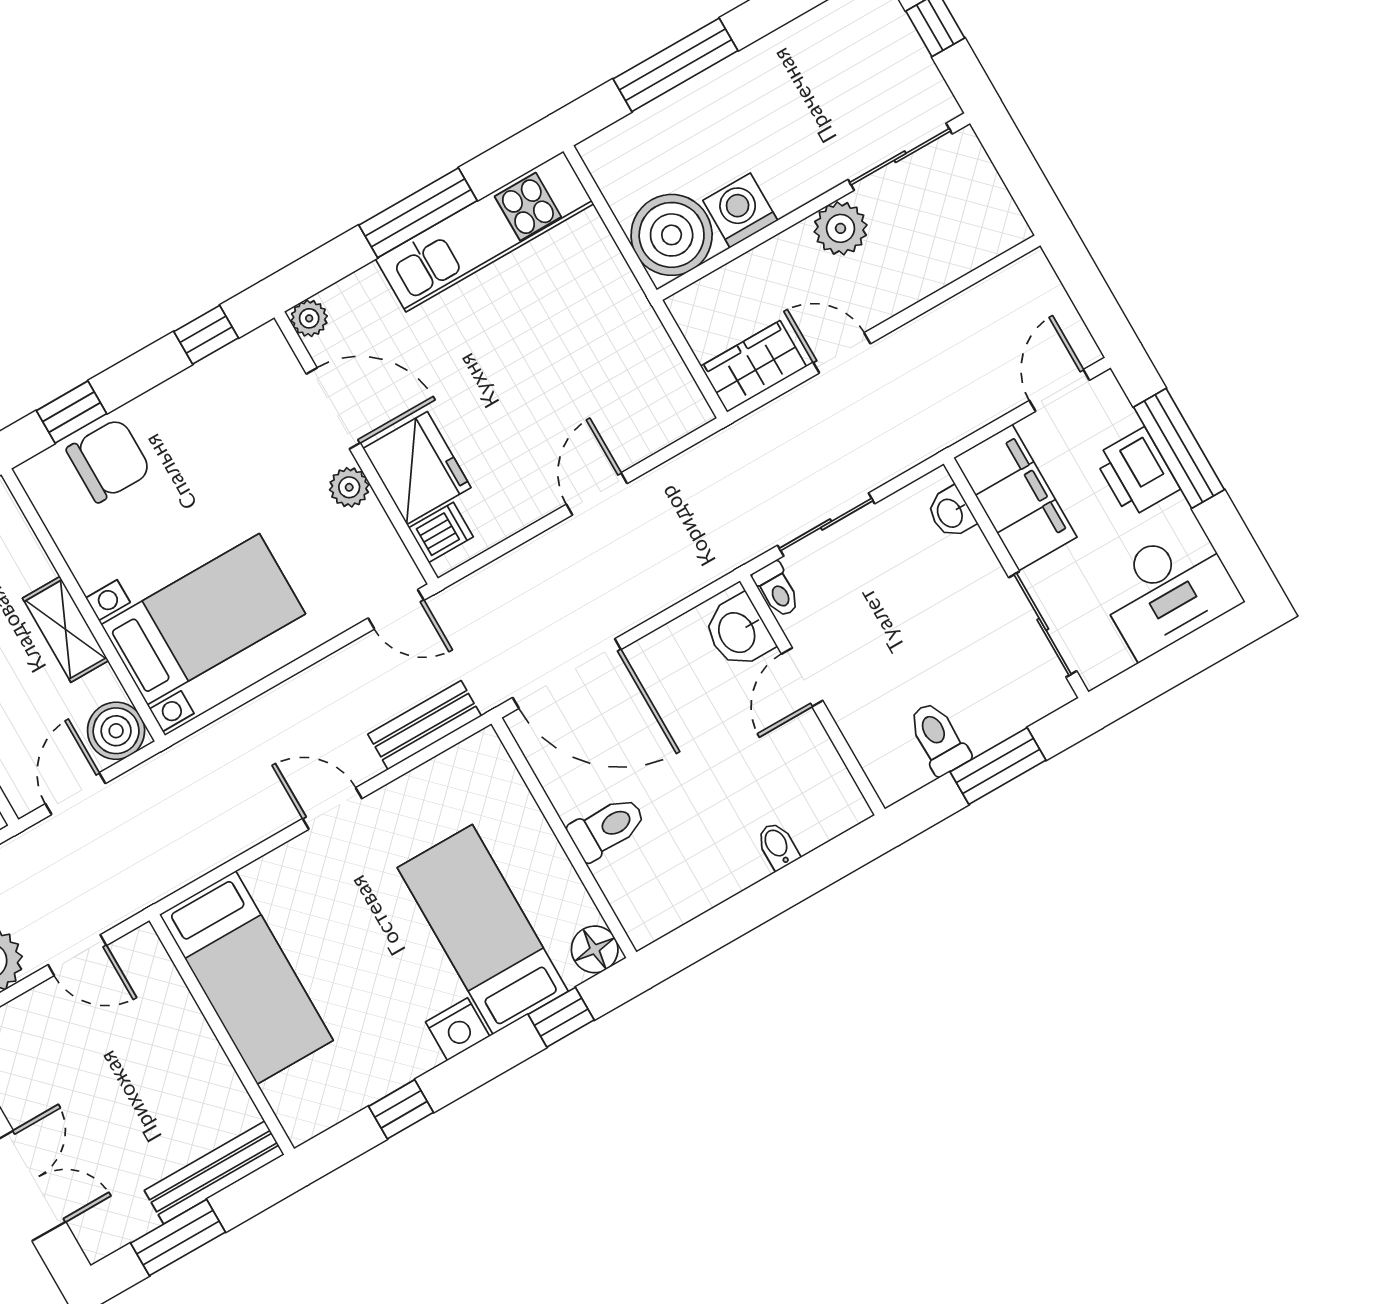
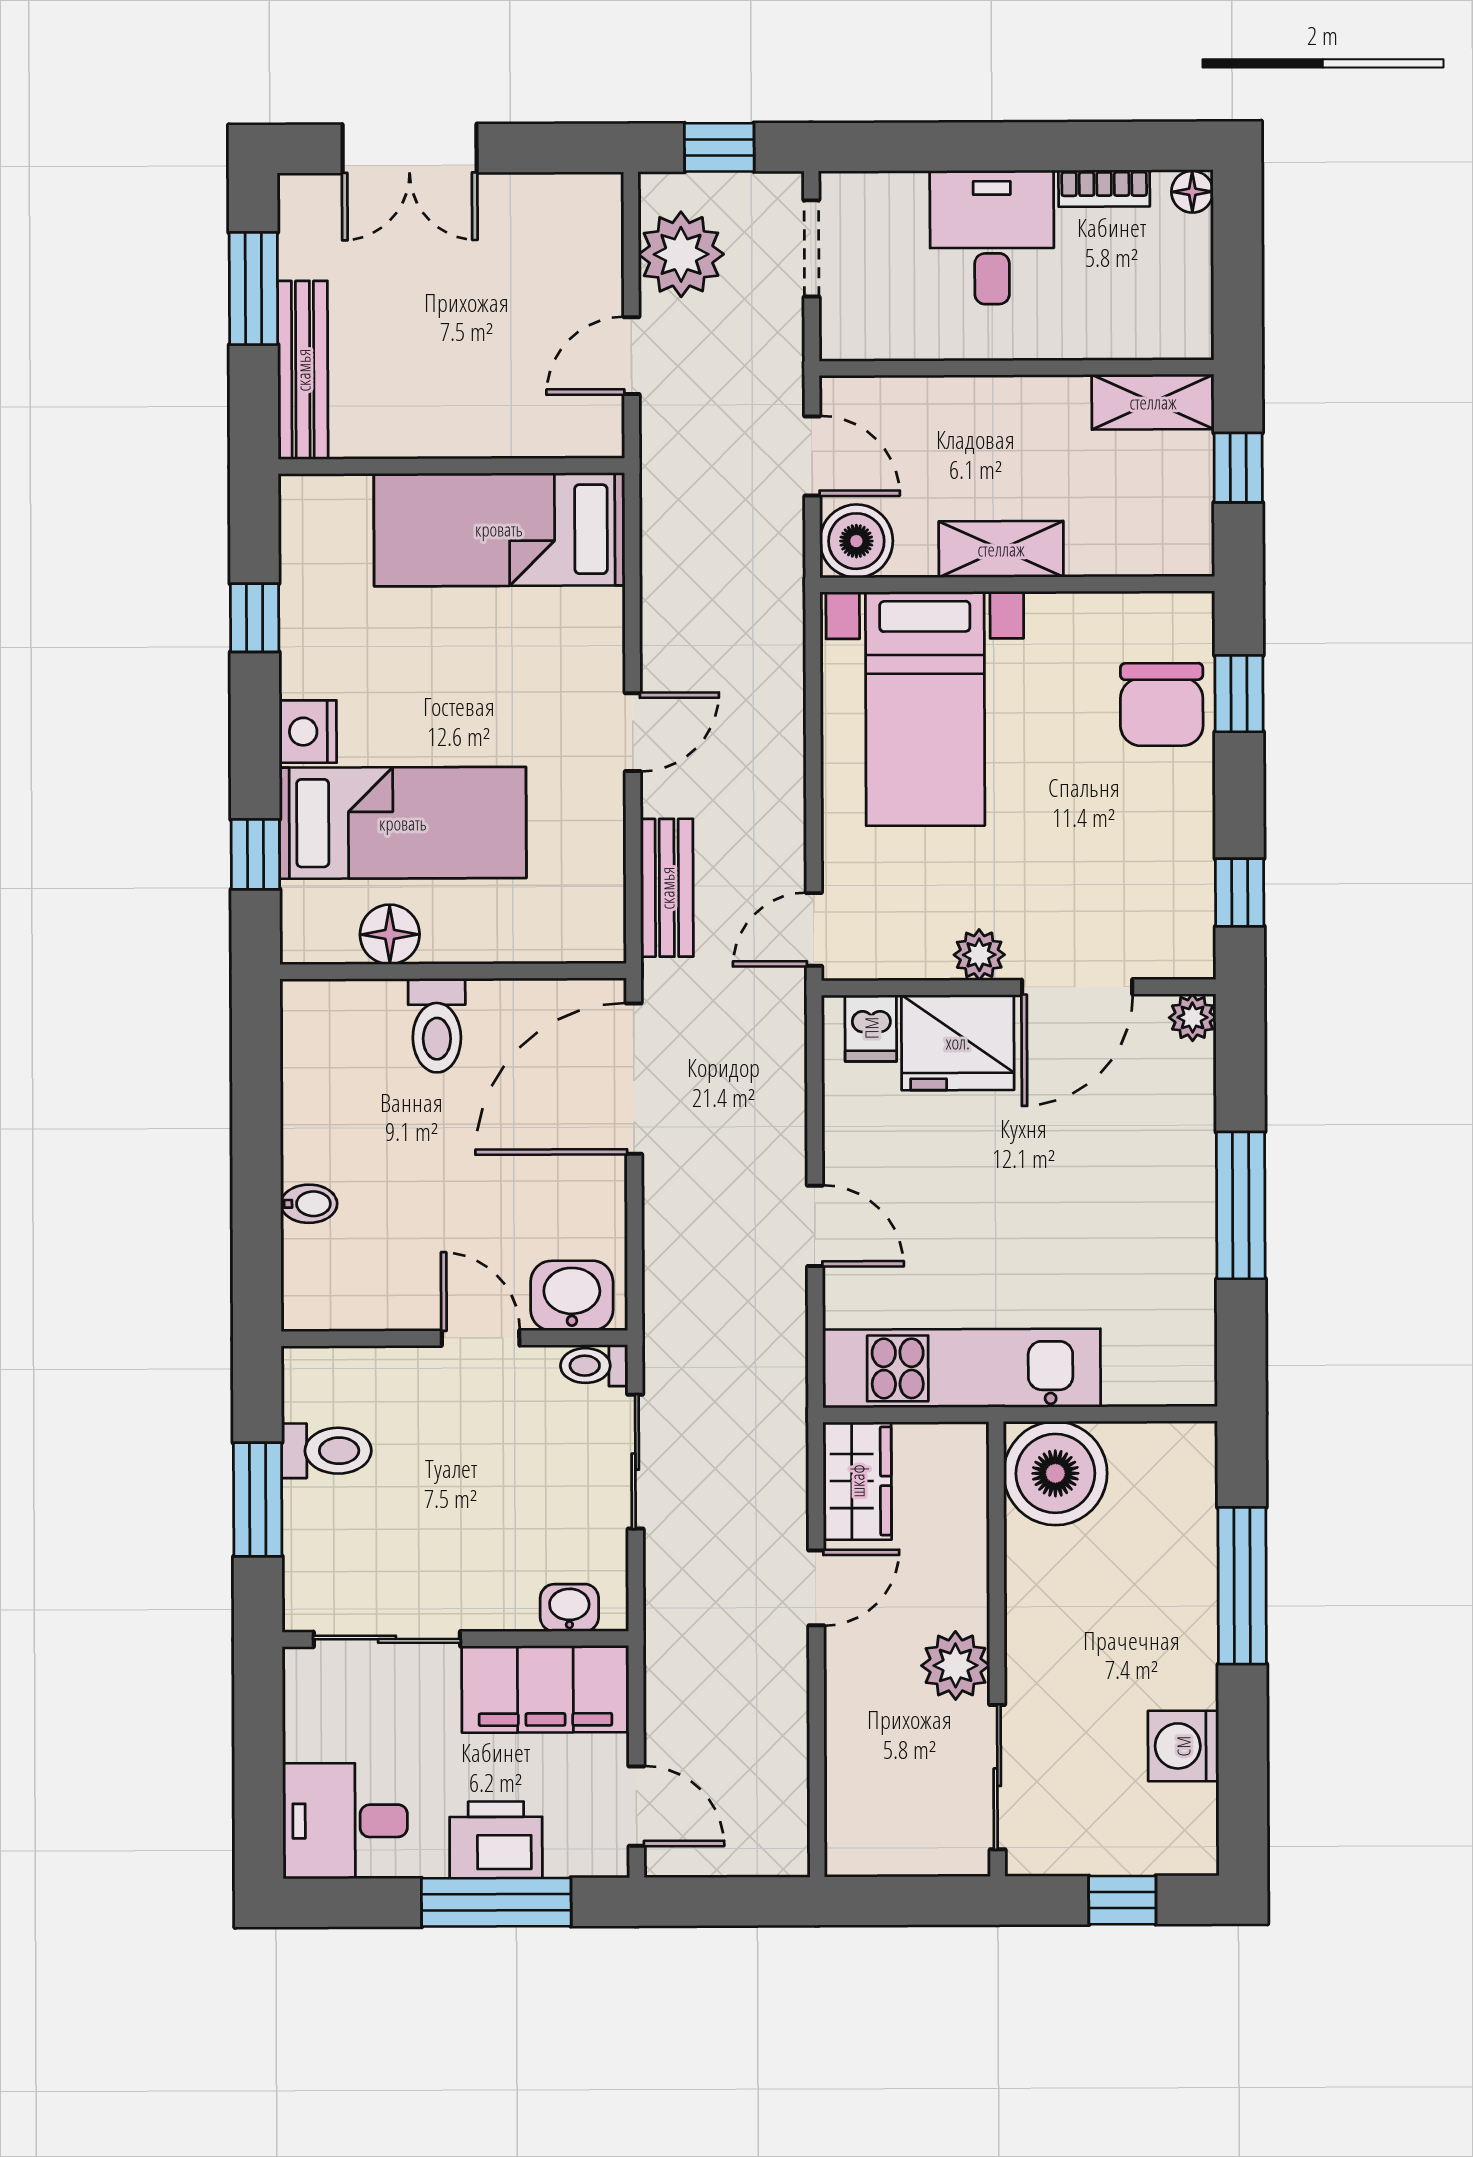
washing machine: (740, 210) -> (1183, 1746), moved, turned 180
kitchen unit: (485, 232) -> (962, 1368), moved, turned 90
desk: (1168, 591) -> (345, 1821), width x0.73
floor lamp: (595, 949) -> (390, 934), moved

